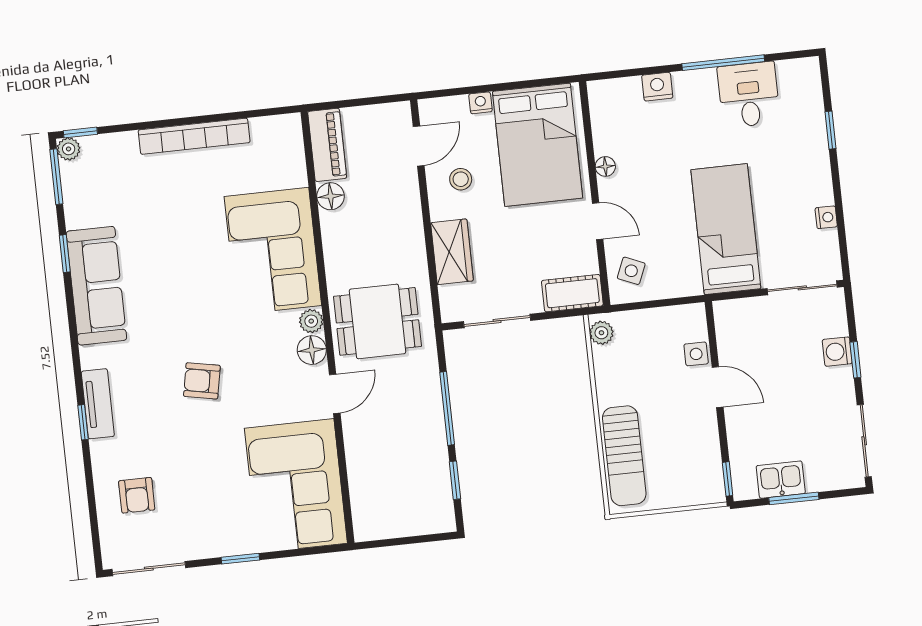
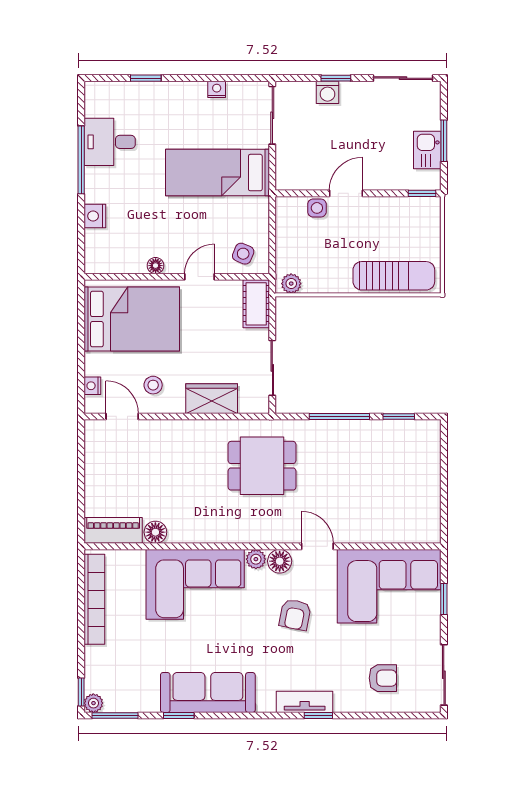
nightstand: (480, 103) -> (92, 386), moved
piano: (327, 145) -> (113, 530), moved
floor lamp: (331, 196) -> (155, 532), moved
corner sofa: (273, 251) -> (195, 584), moved
plant: (311, 321) -> (256, 559), moved
dining table: (377, 321) -> (262, 466), turned 90
wall: (327, 327) -> (262, 546), moved
floor lamp: (312, 350) -> (280, 561), moved
door: (335, 394) -> (317, 546), moved
corner sofa: (296, 486) -> (389, 586), moved

